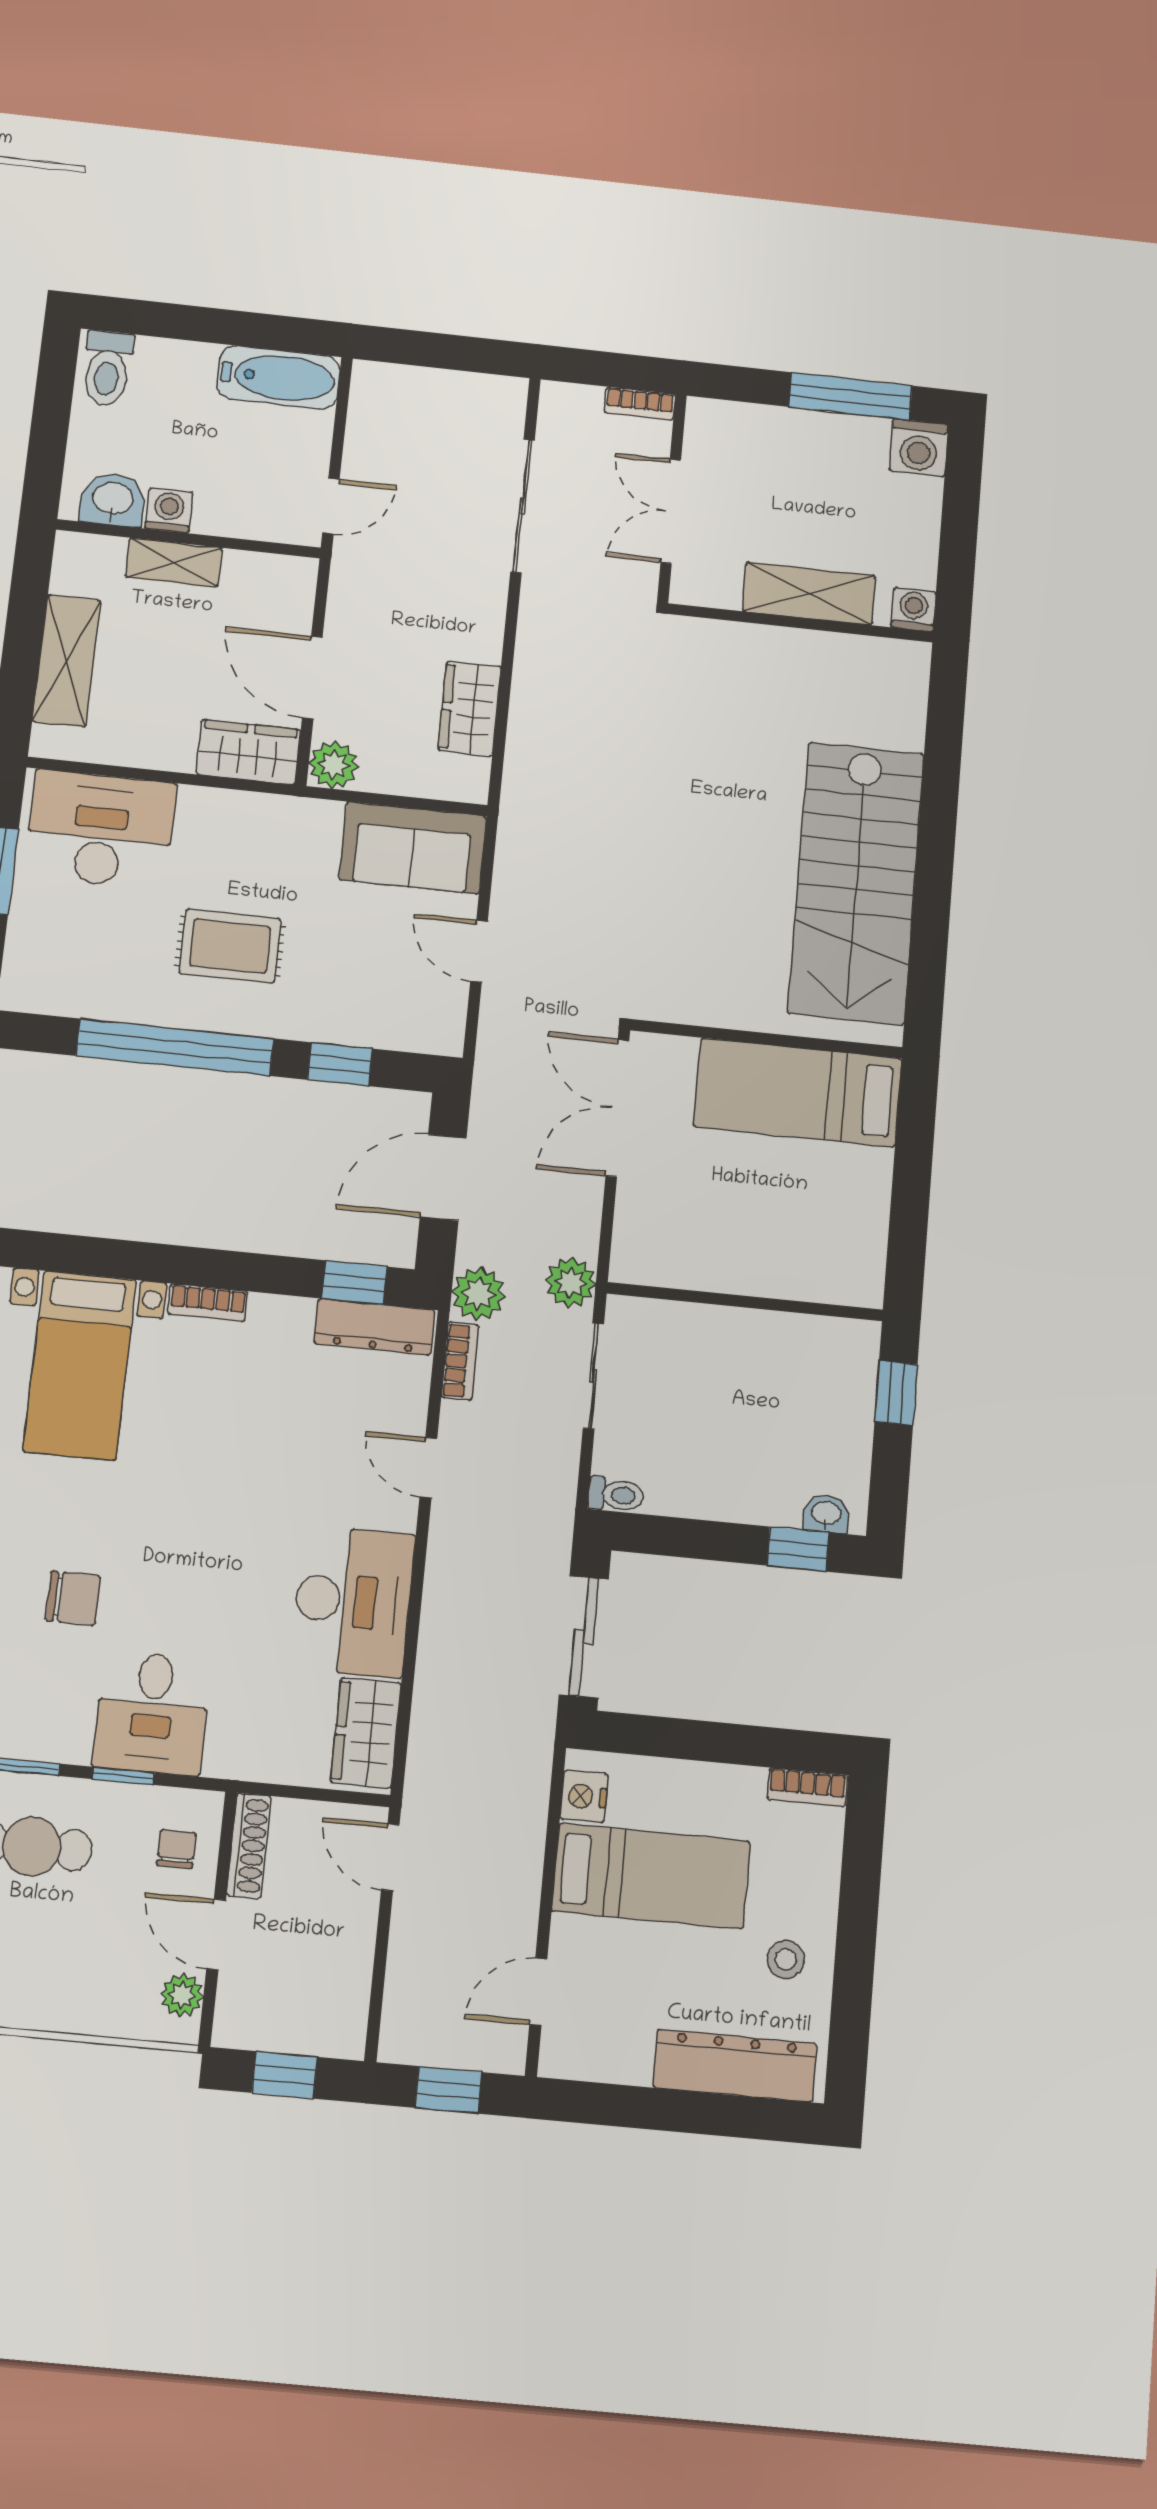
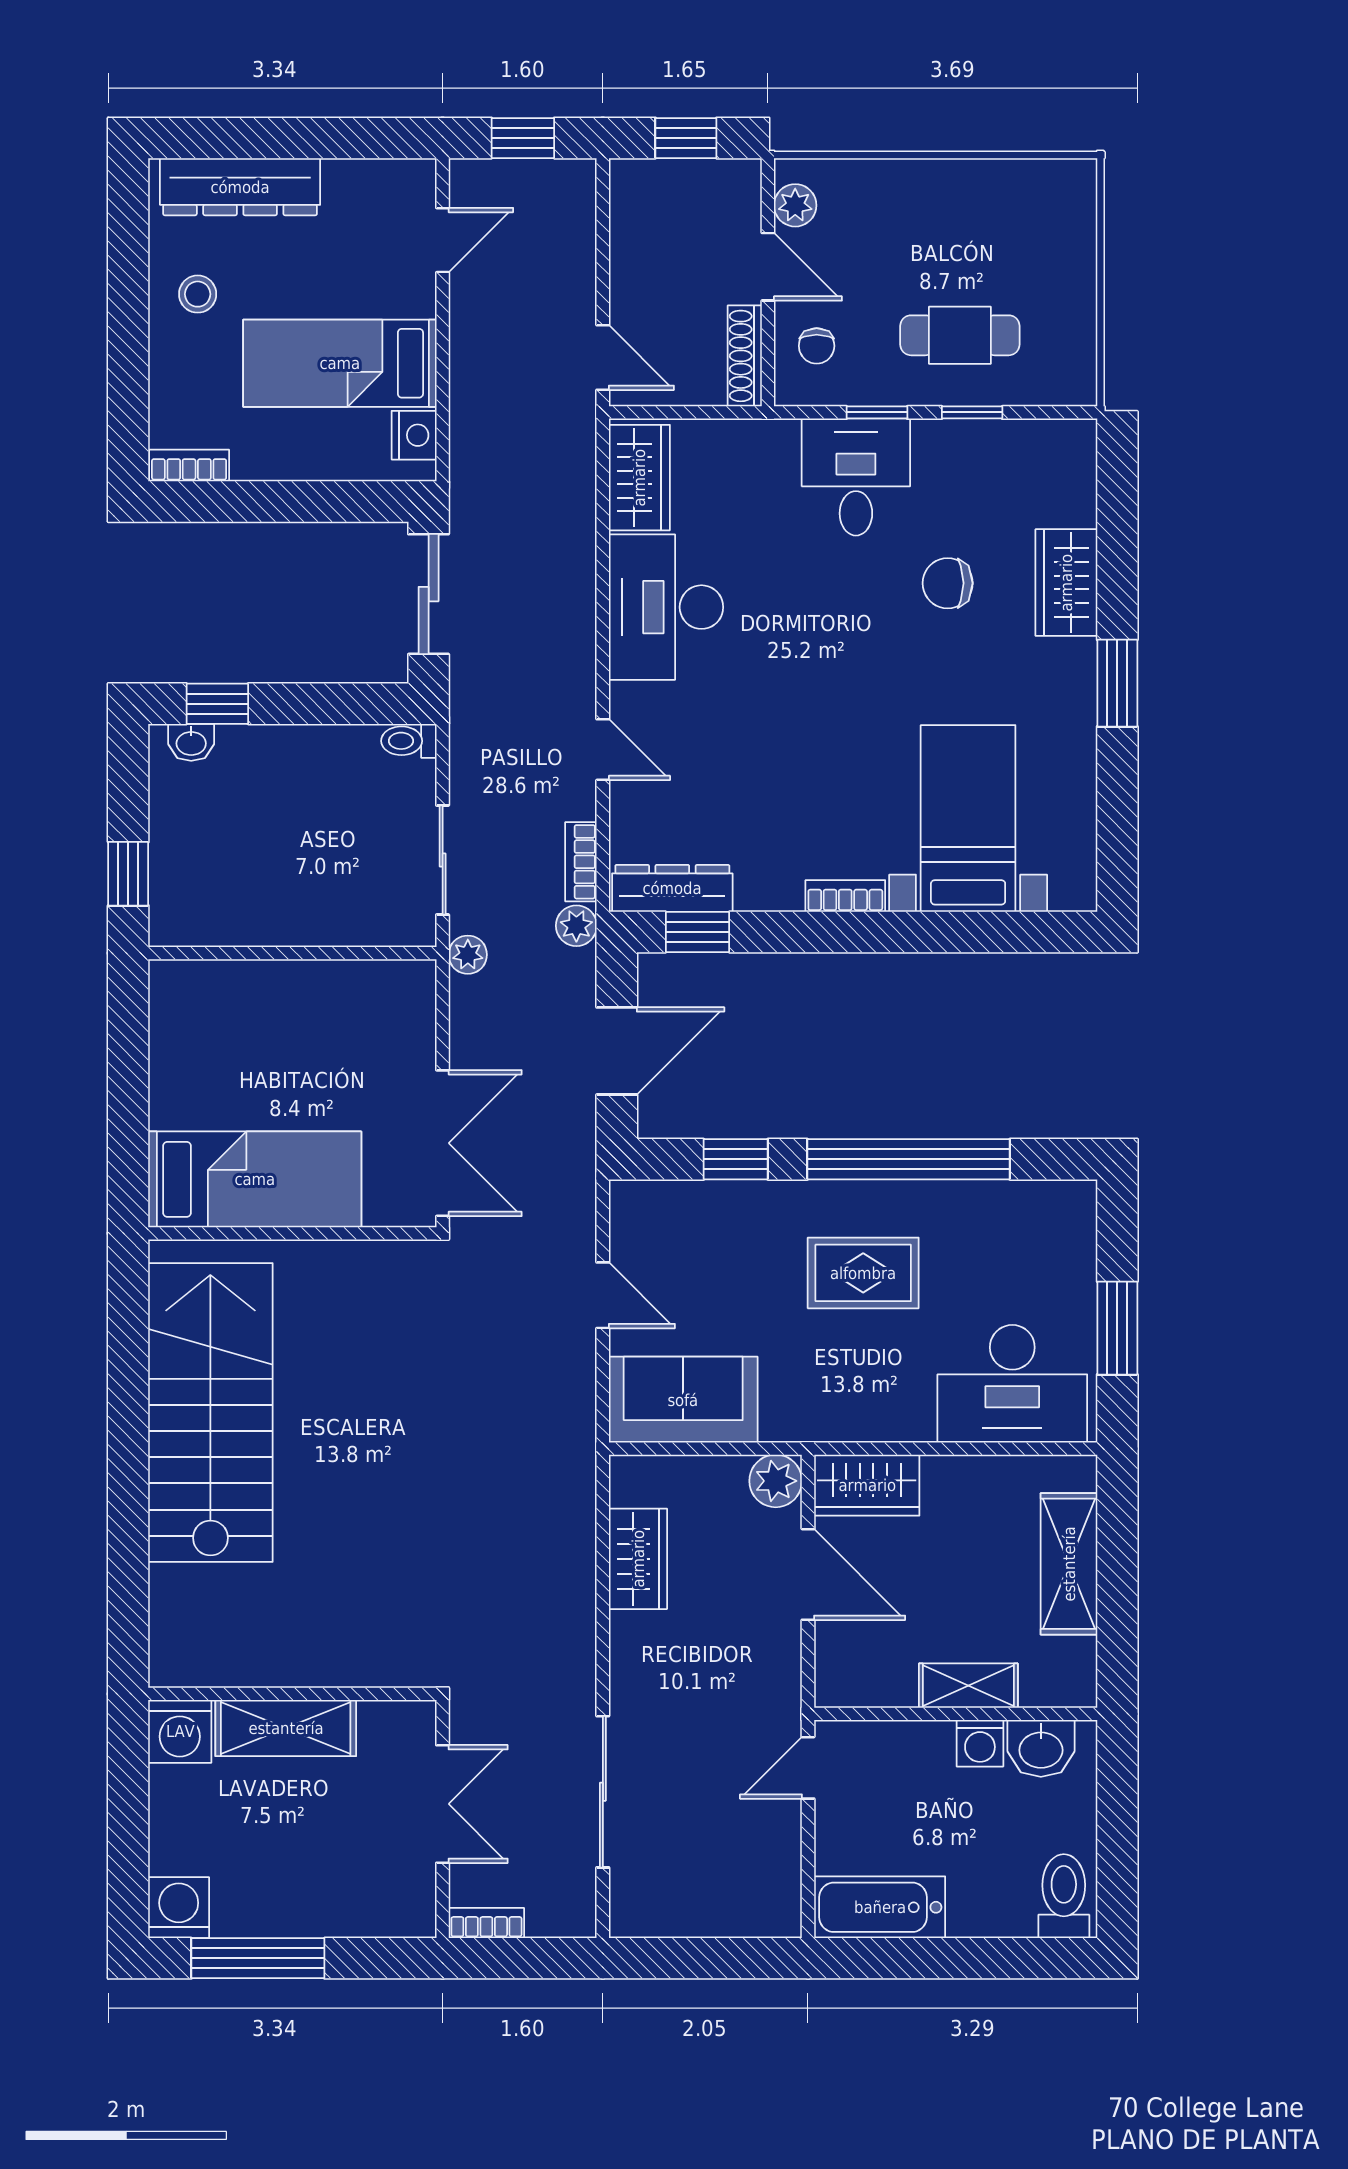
washing machine: (914, 610) -> (180, 1731), width x1.38, depth x1.38
plant: (570, 1282) -> (468, 955), width x0.73, depth x0.73
plant: (479, 1294) -> (576, 926), width x0.73, depth x0.73

